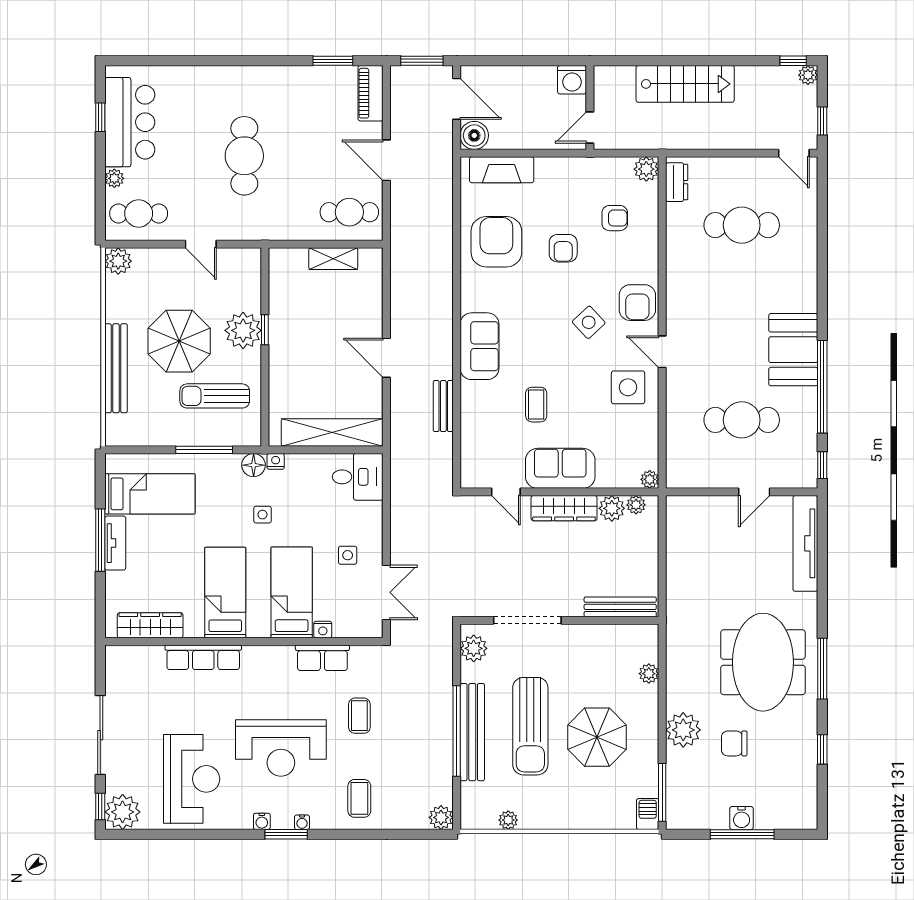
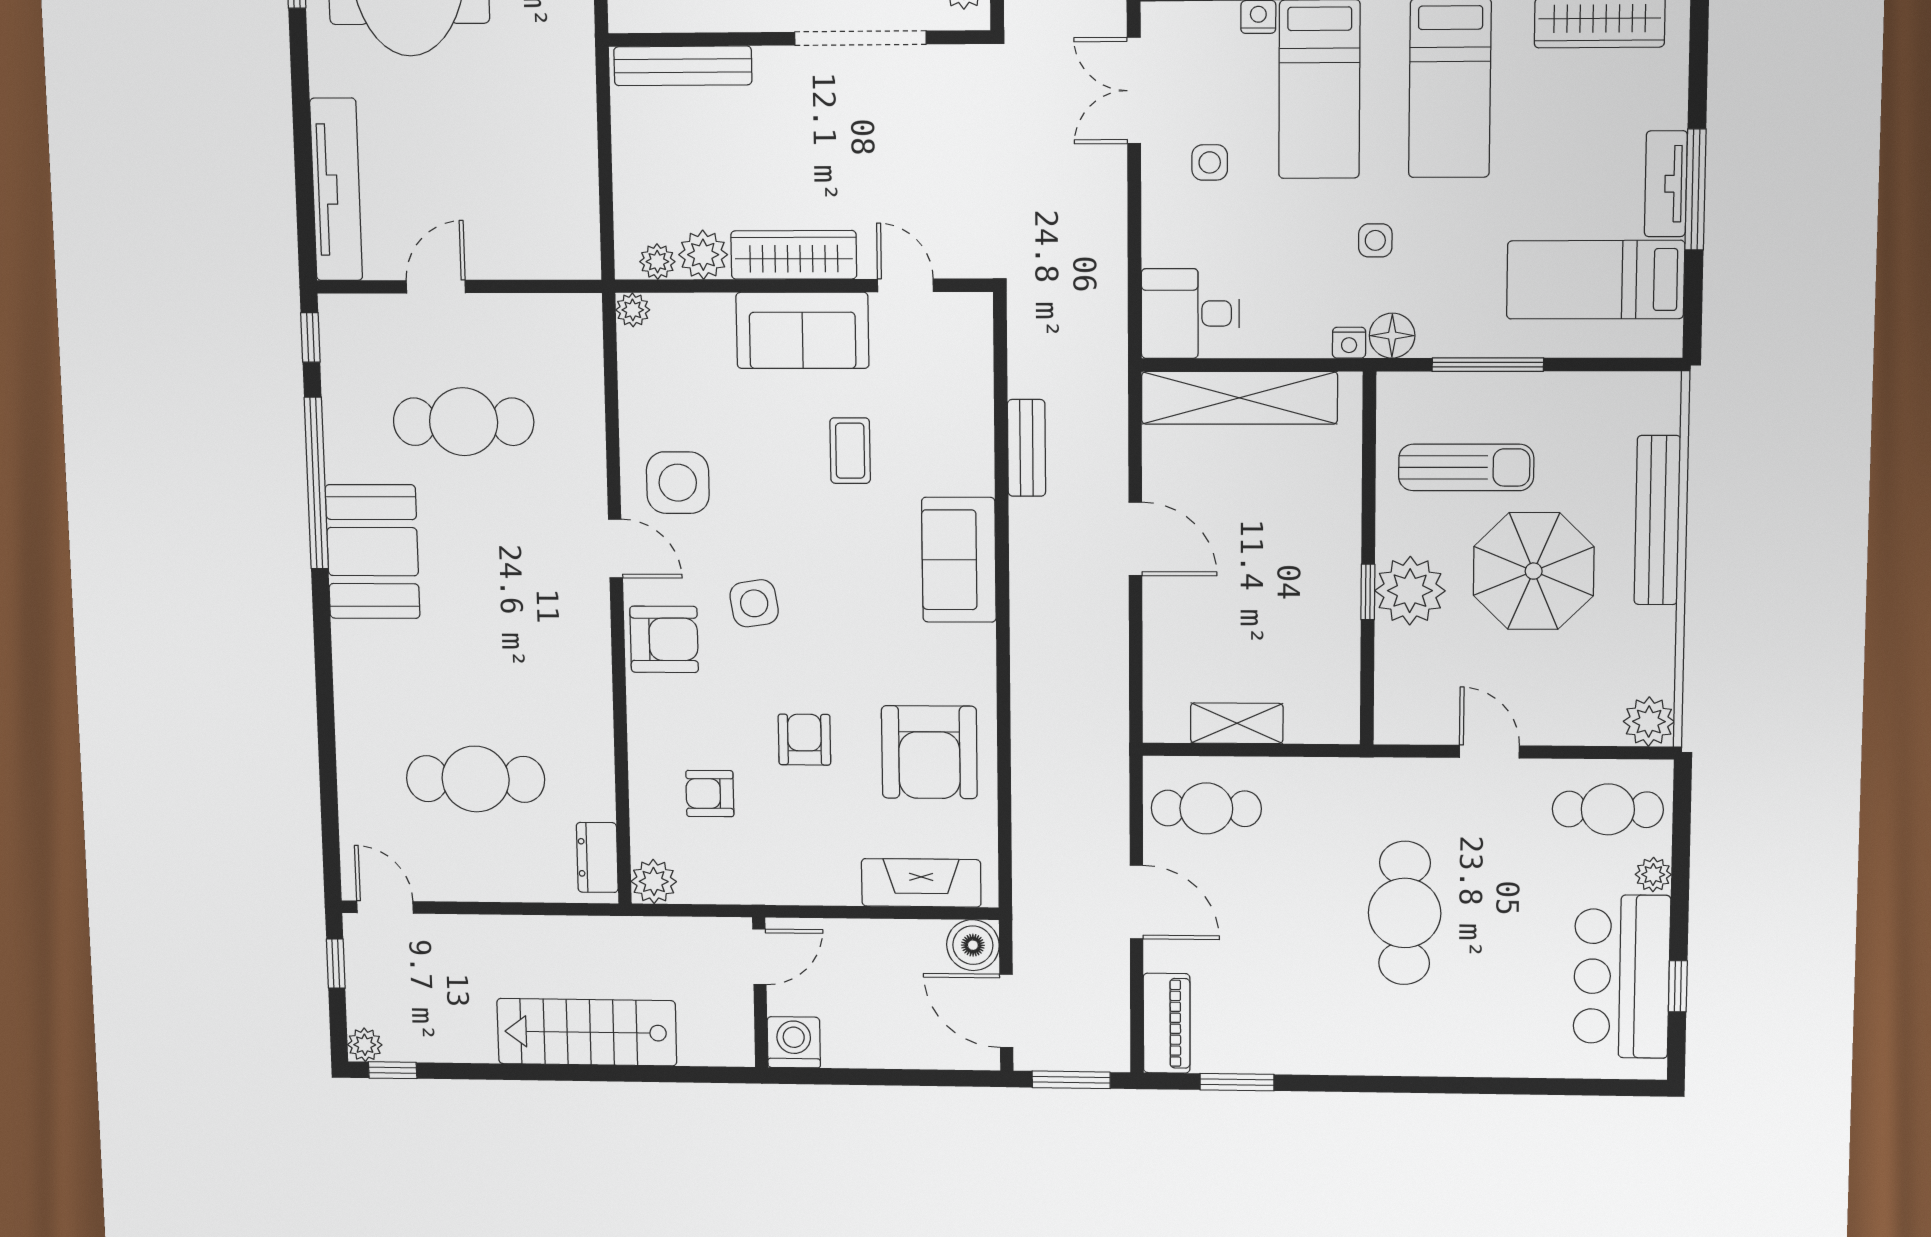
armchair: (637, 303) -> (664, 639), turned 90
side table: (589, 322) -> (754, 603), turned 34

